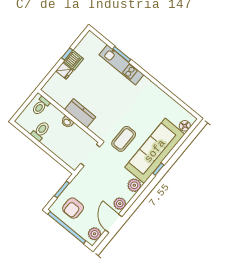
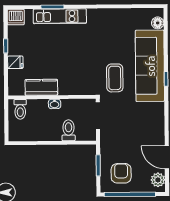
dishwasher: (73, 60) -> (16, 17), moved, turned 90
kitchen counter: (80, 113) -> (41, 87), moved
toilet: (41, 131) -> (69, 130), moved
plant: (134, 185) -> (157, 110), removed
plant: (120, 204) -> (158, 136), removed
armchair: (73, 208) -> (121, 173), turned 180

